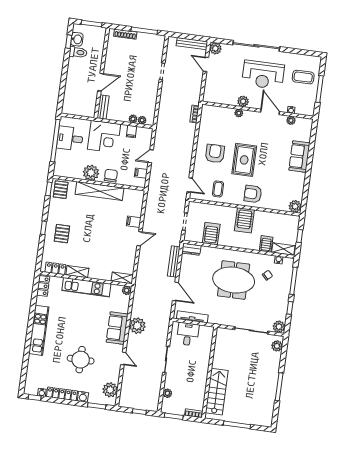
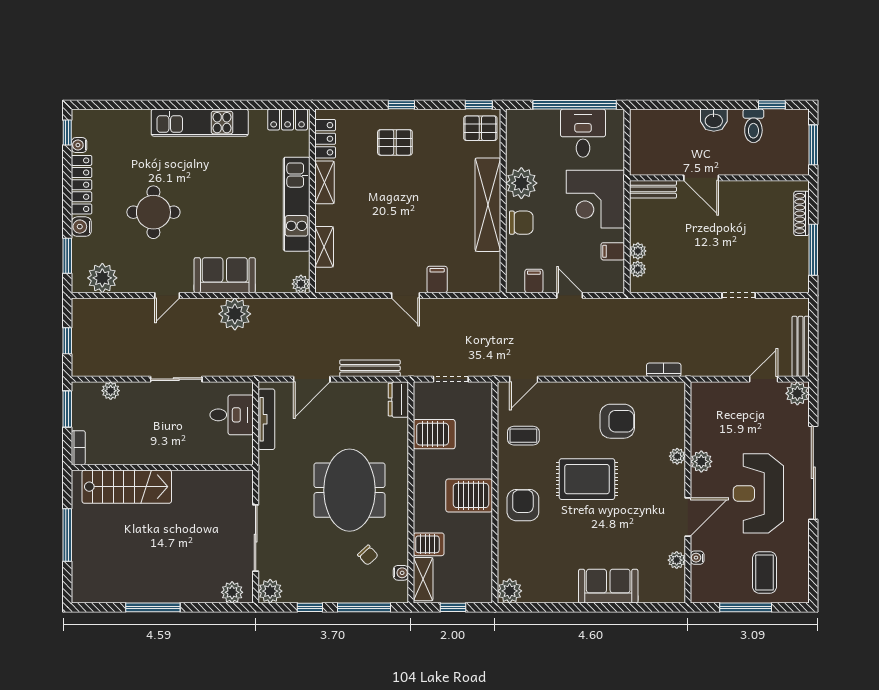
washbasin: (77, 39) -> (714, 120), moved
armchair: (215, 154) -> (617, 421), moved
shelving: (122, 278) -> (324, 247), moved

